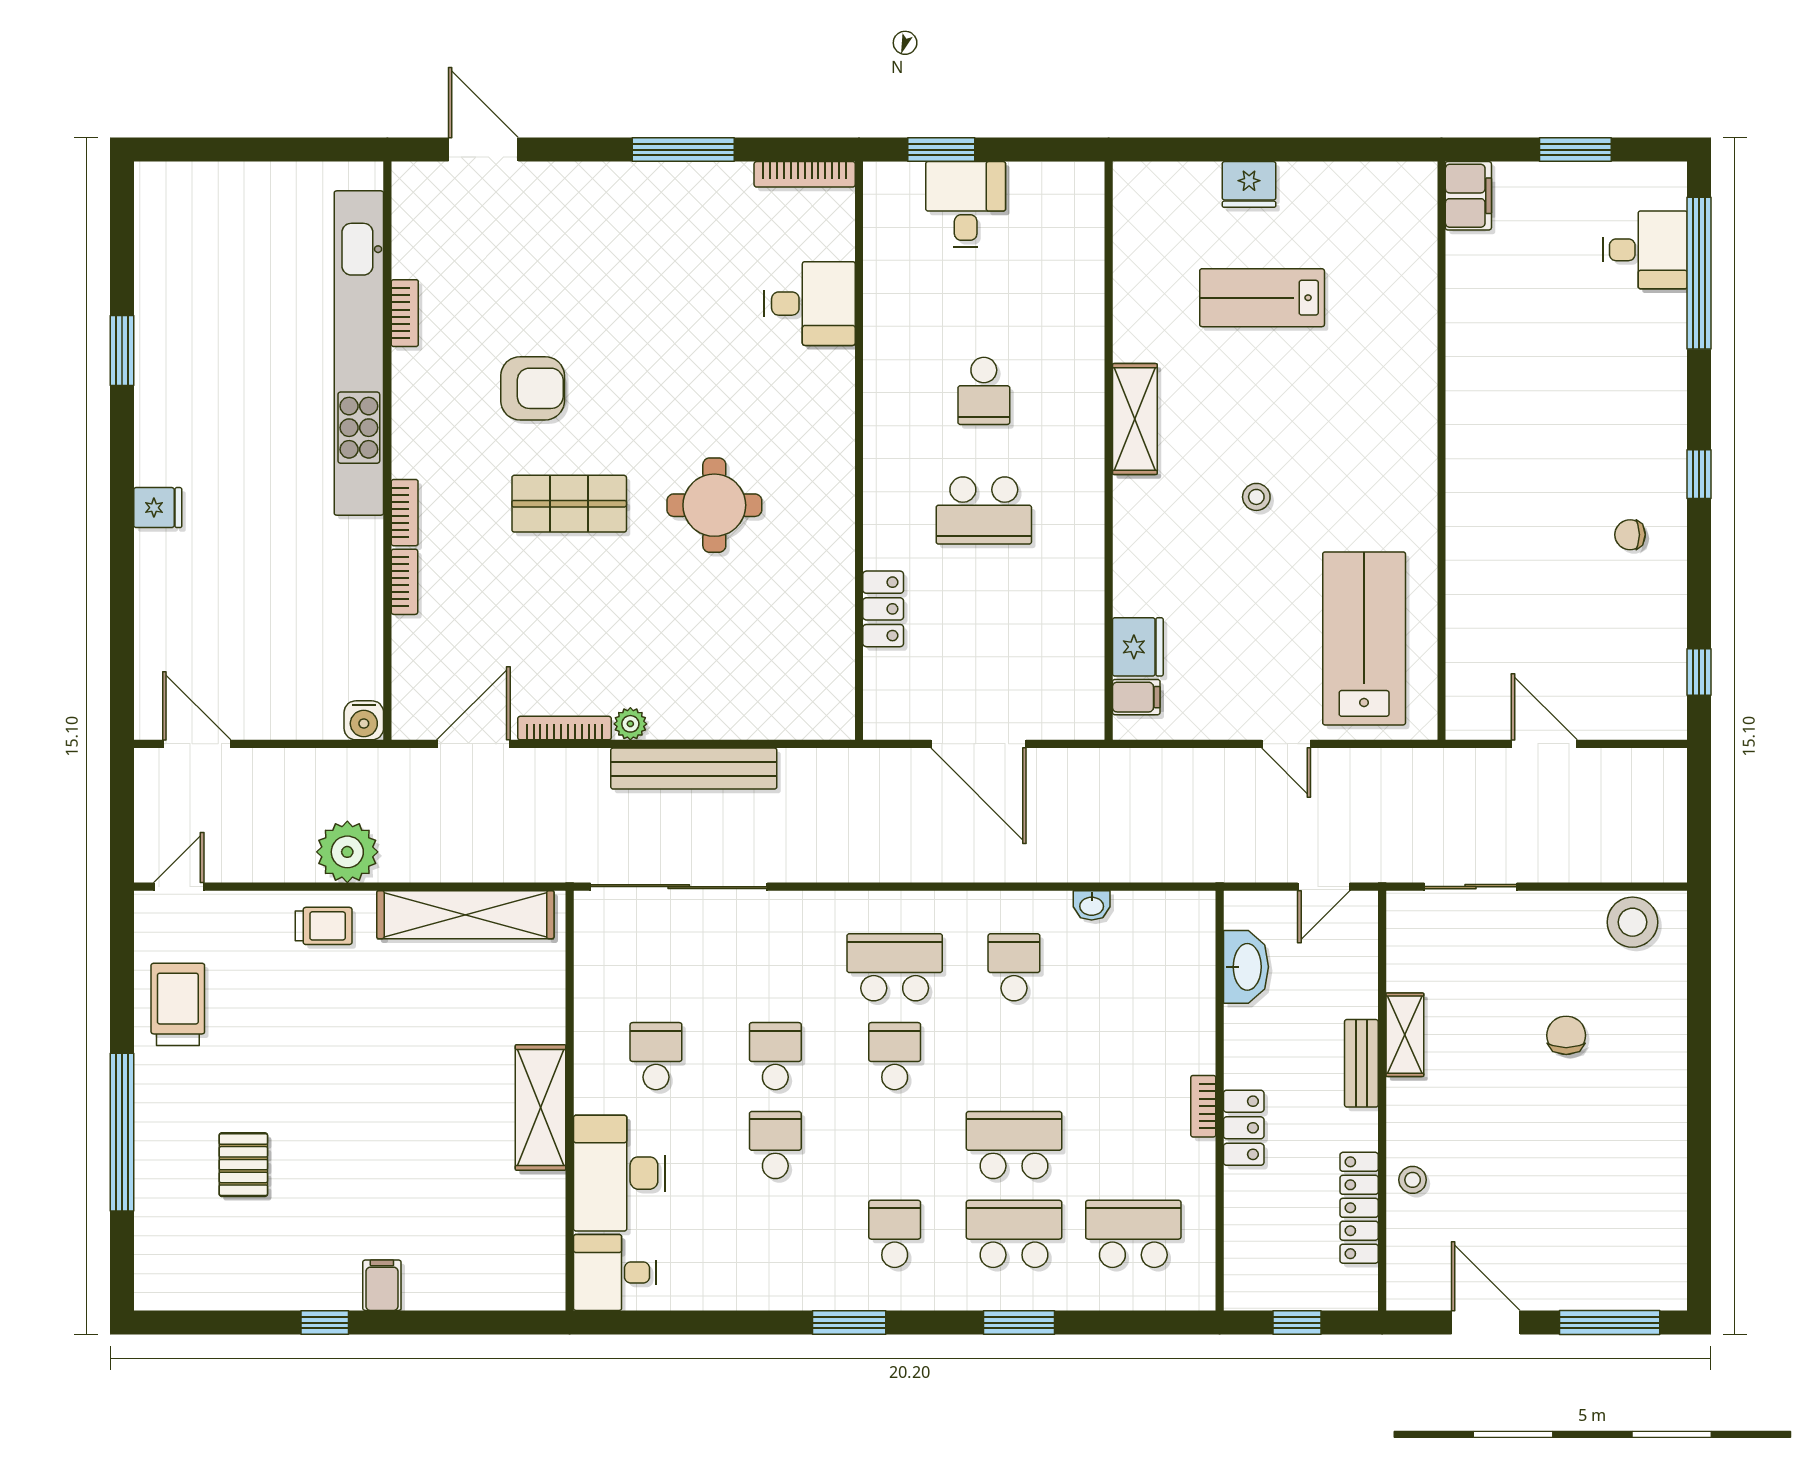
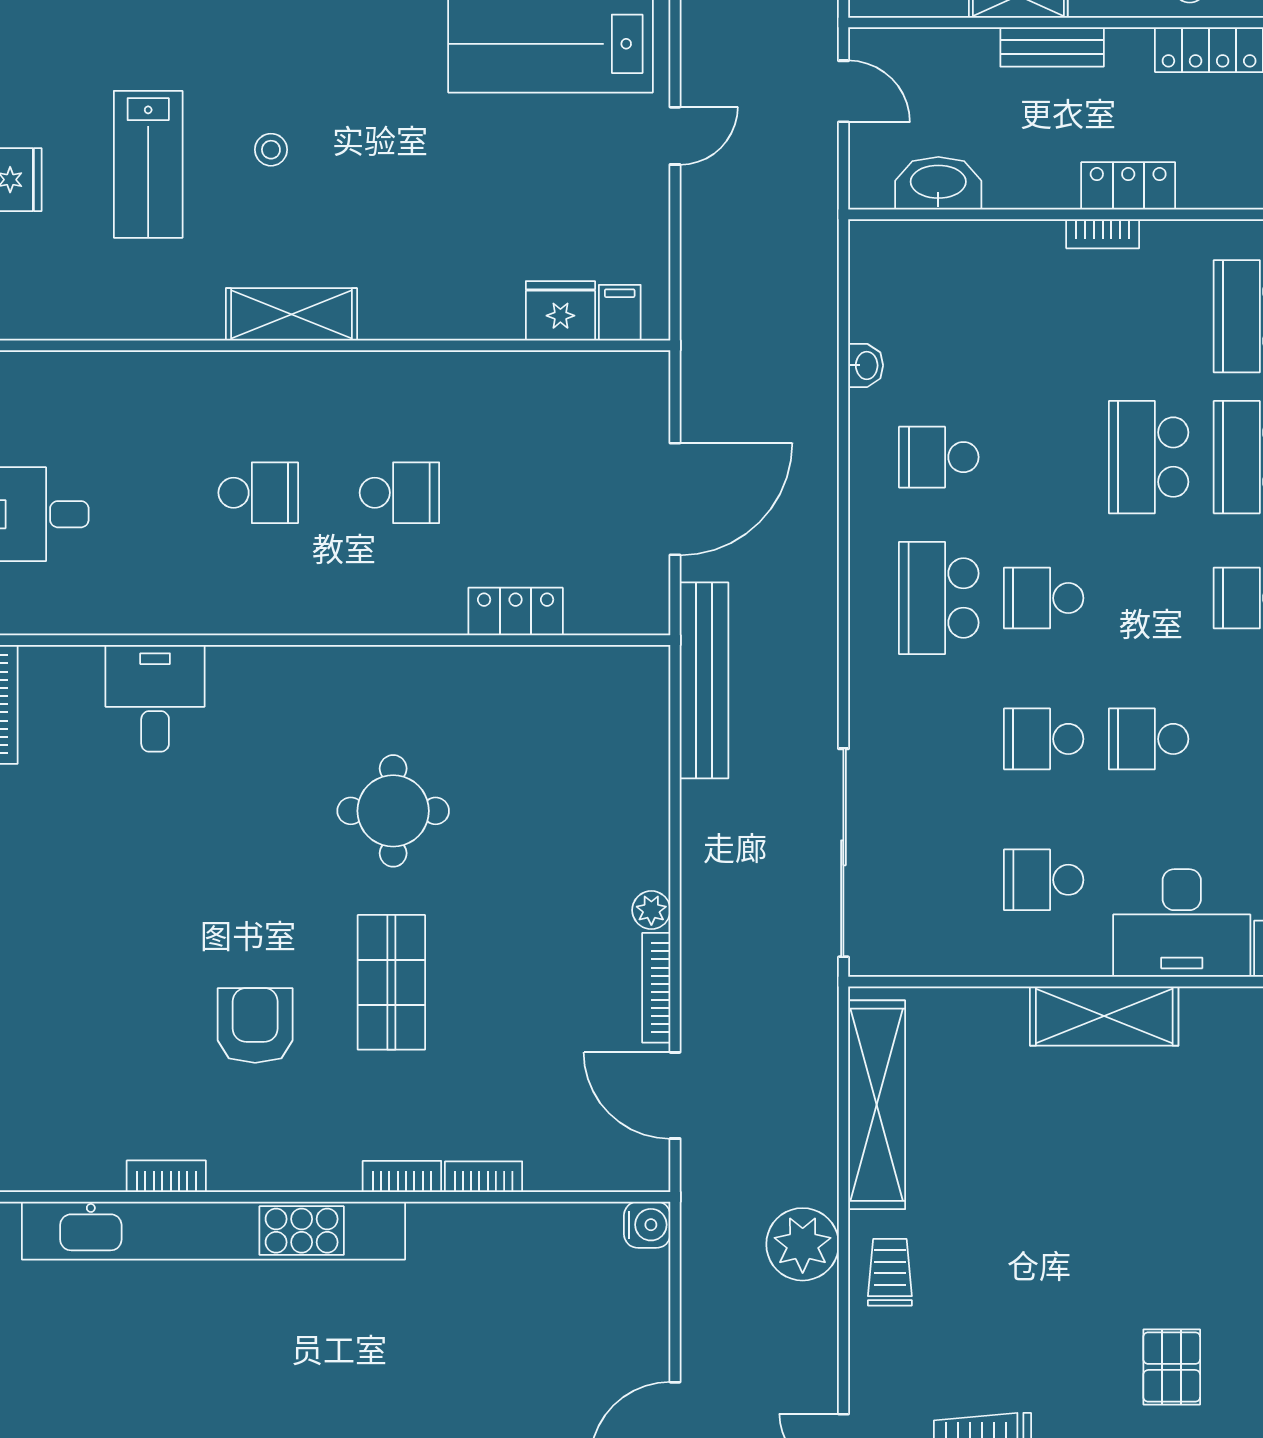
stool: (1256, 497) -> (271, 150), moved
school desk: (984, 510) -> (399, 493), width x0.54
bench: (694, 769) -> (704, 680), moved
pallet: (243, 1165) -> (1172, 1367), turned 90

